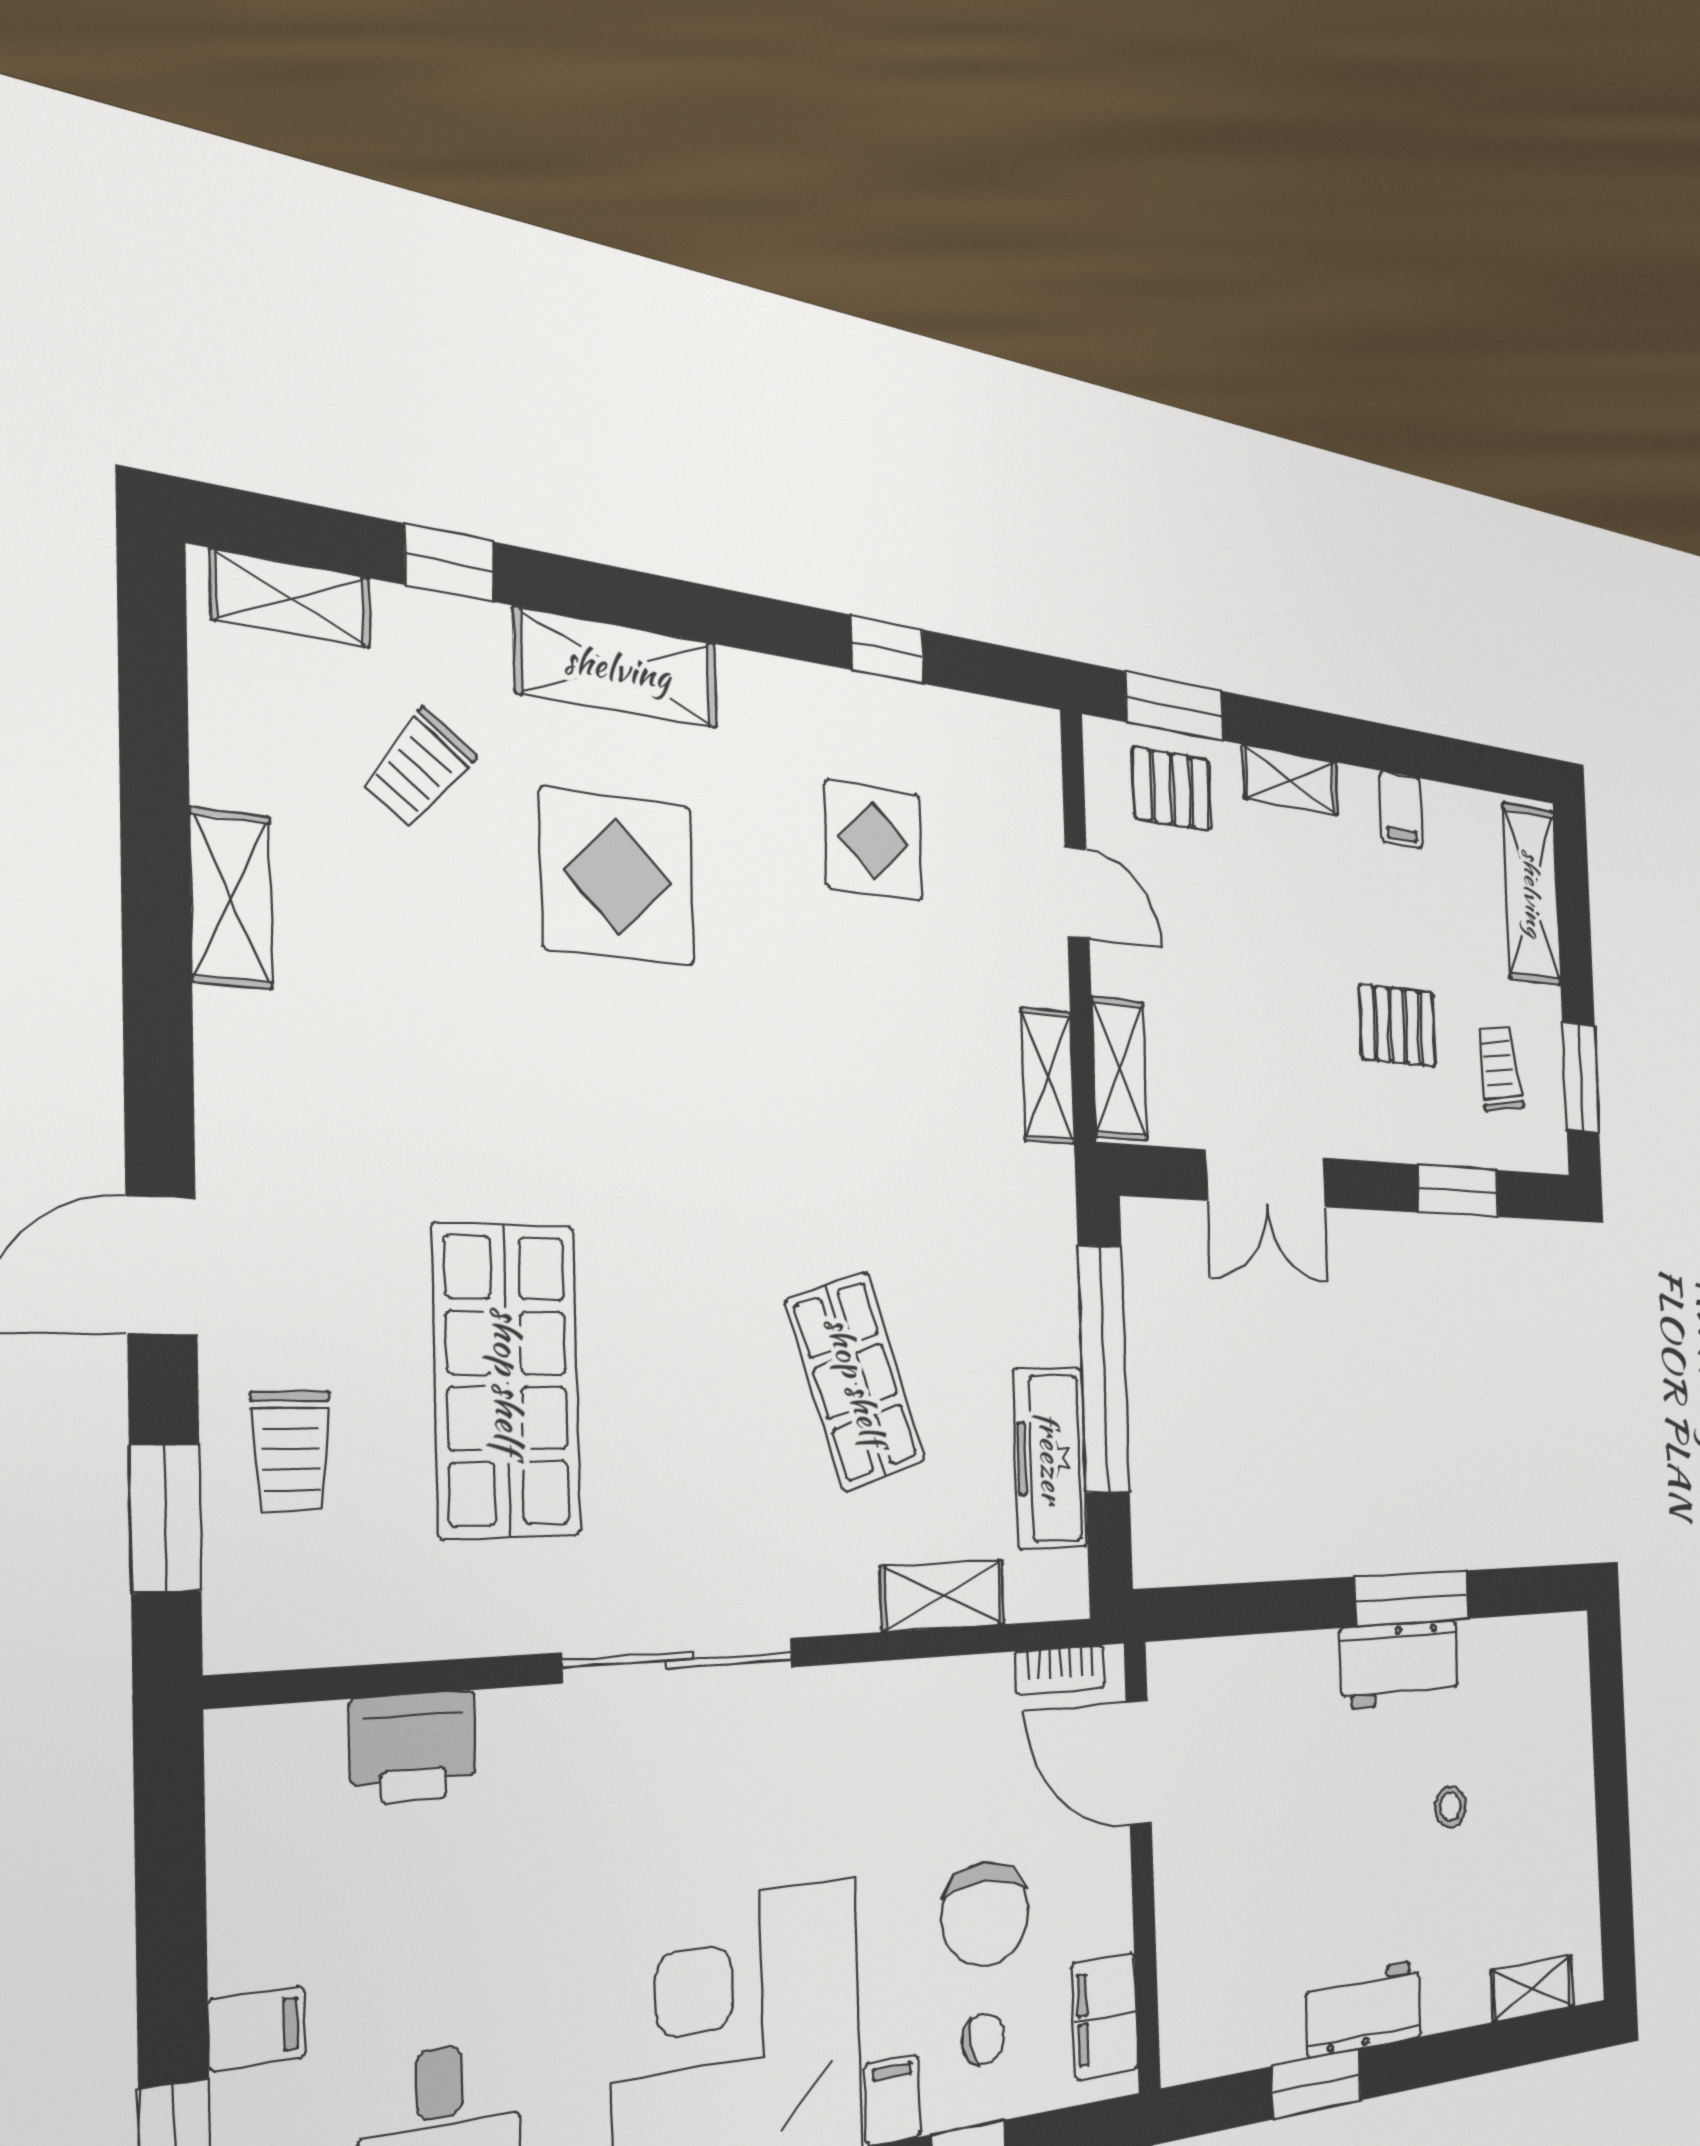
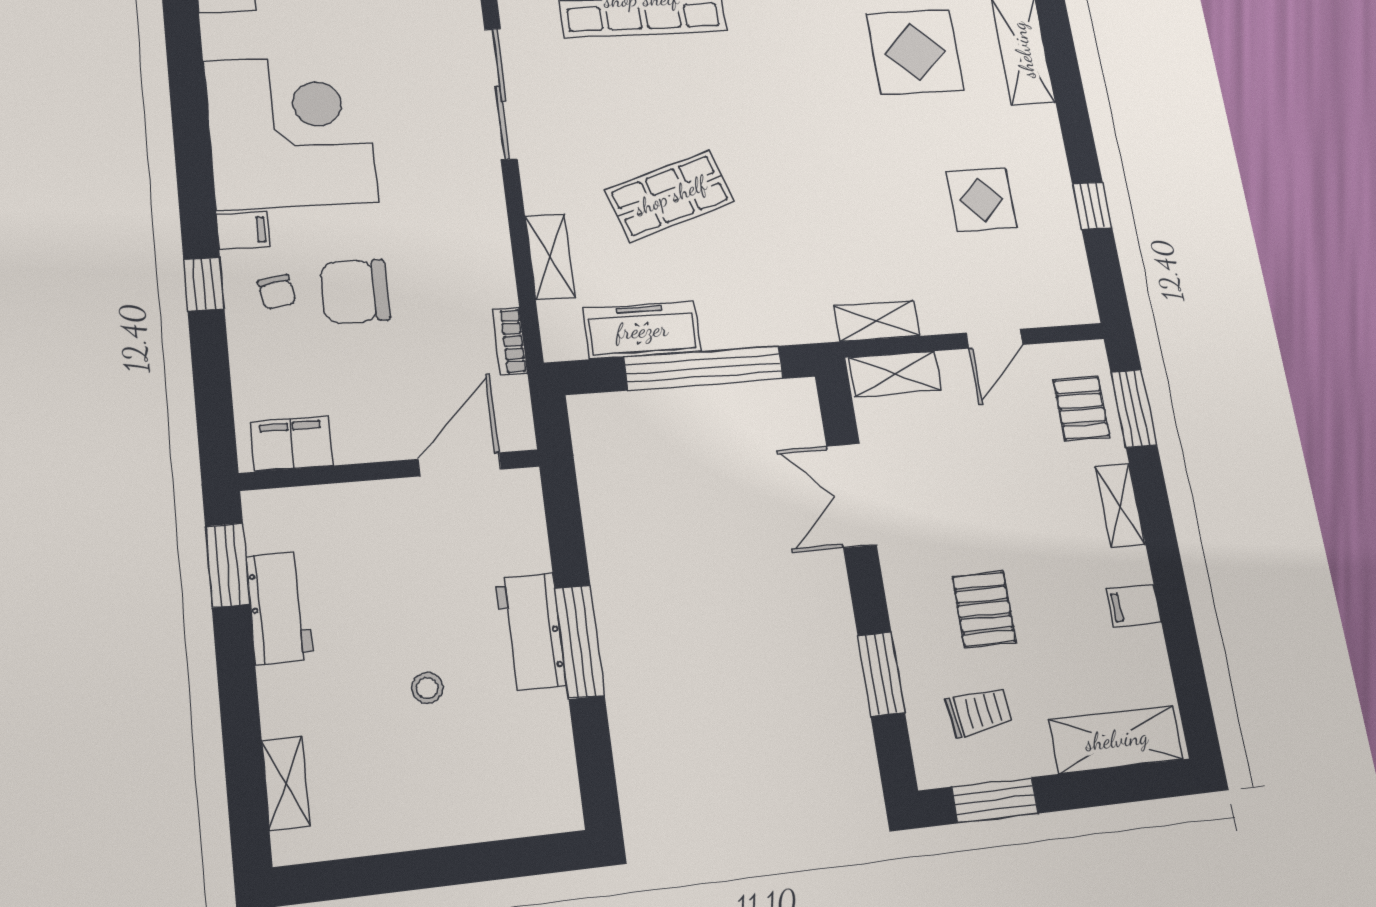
door: (1139, 1763) -> (460, 464), moved
wall: (1142, 1866) -> (391, 470), moved
filing cabinet: (1105, 2016) -> (292, 444), moved

